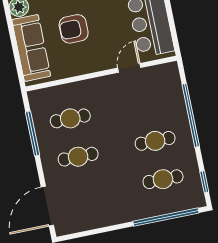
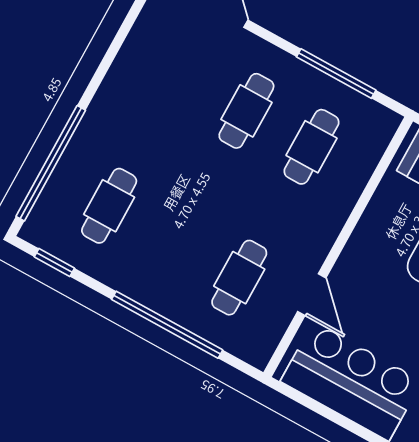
cafe table: (155, 141) -> (239, 278), moved

